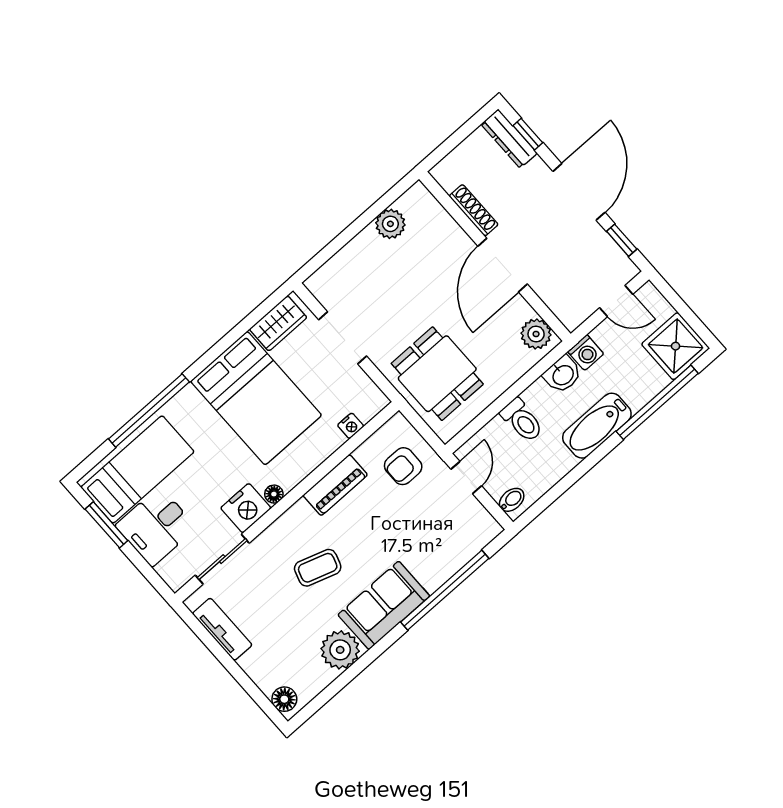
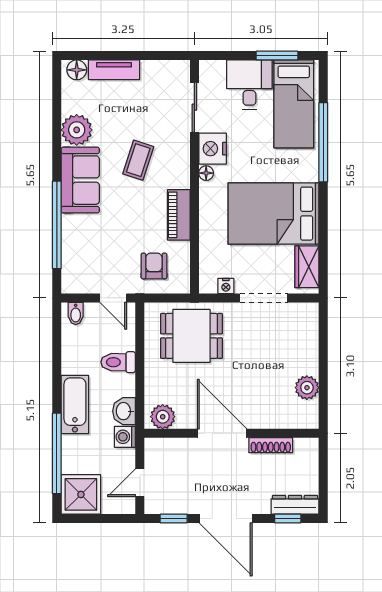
nightstand: (351, 426) -> (226, 286), moved, turned -90
tv unit: (222, 629) -> (114, 70), moved

